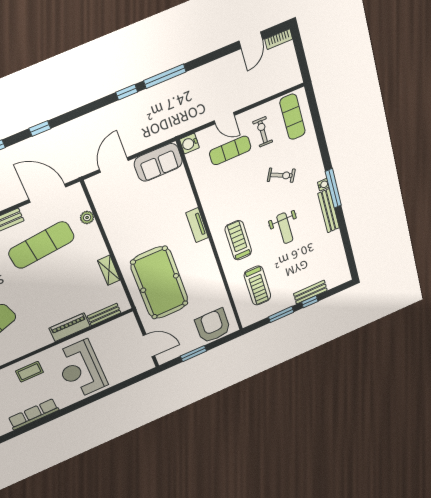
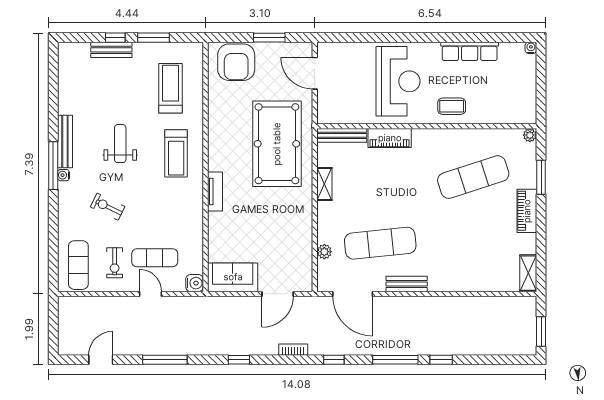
bookcase: (279, 39) -> (293, 350), moved
window: (165, 76) -> (165, 360), moved
bench: (104, 314) -> (342, 135), width x1.36

